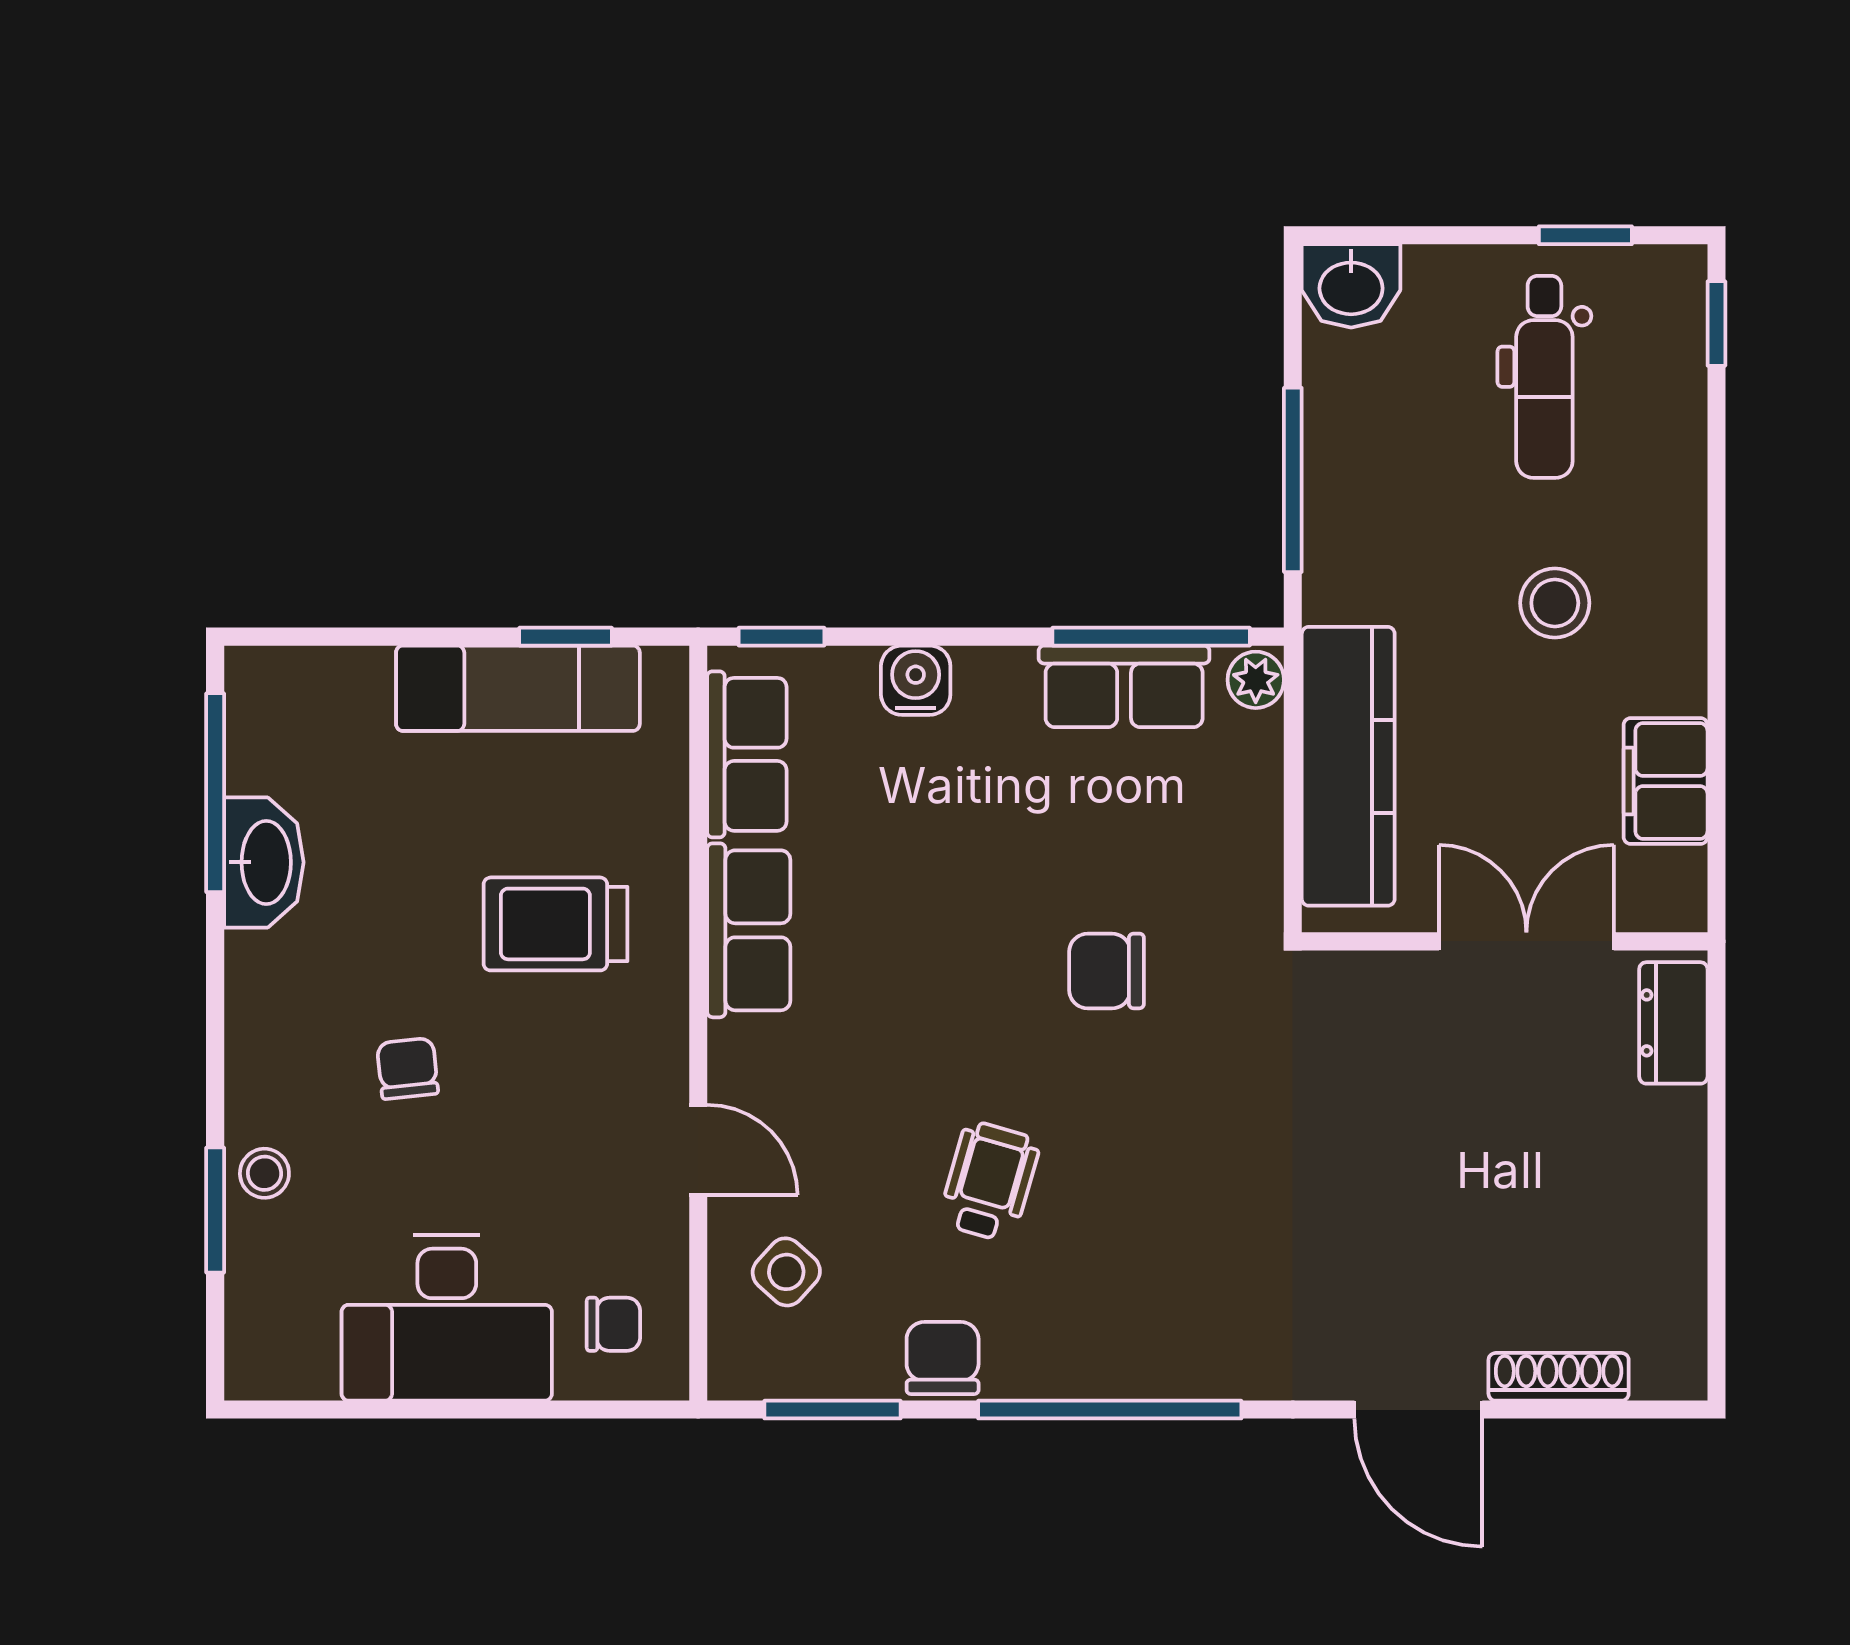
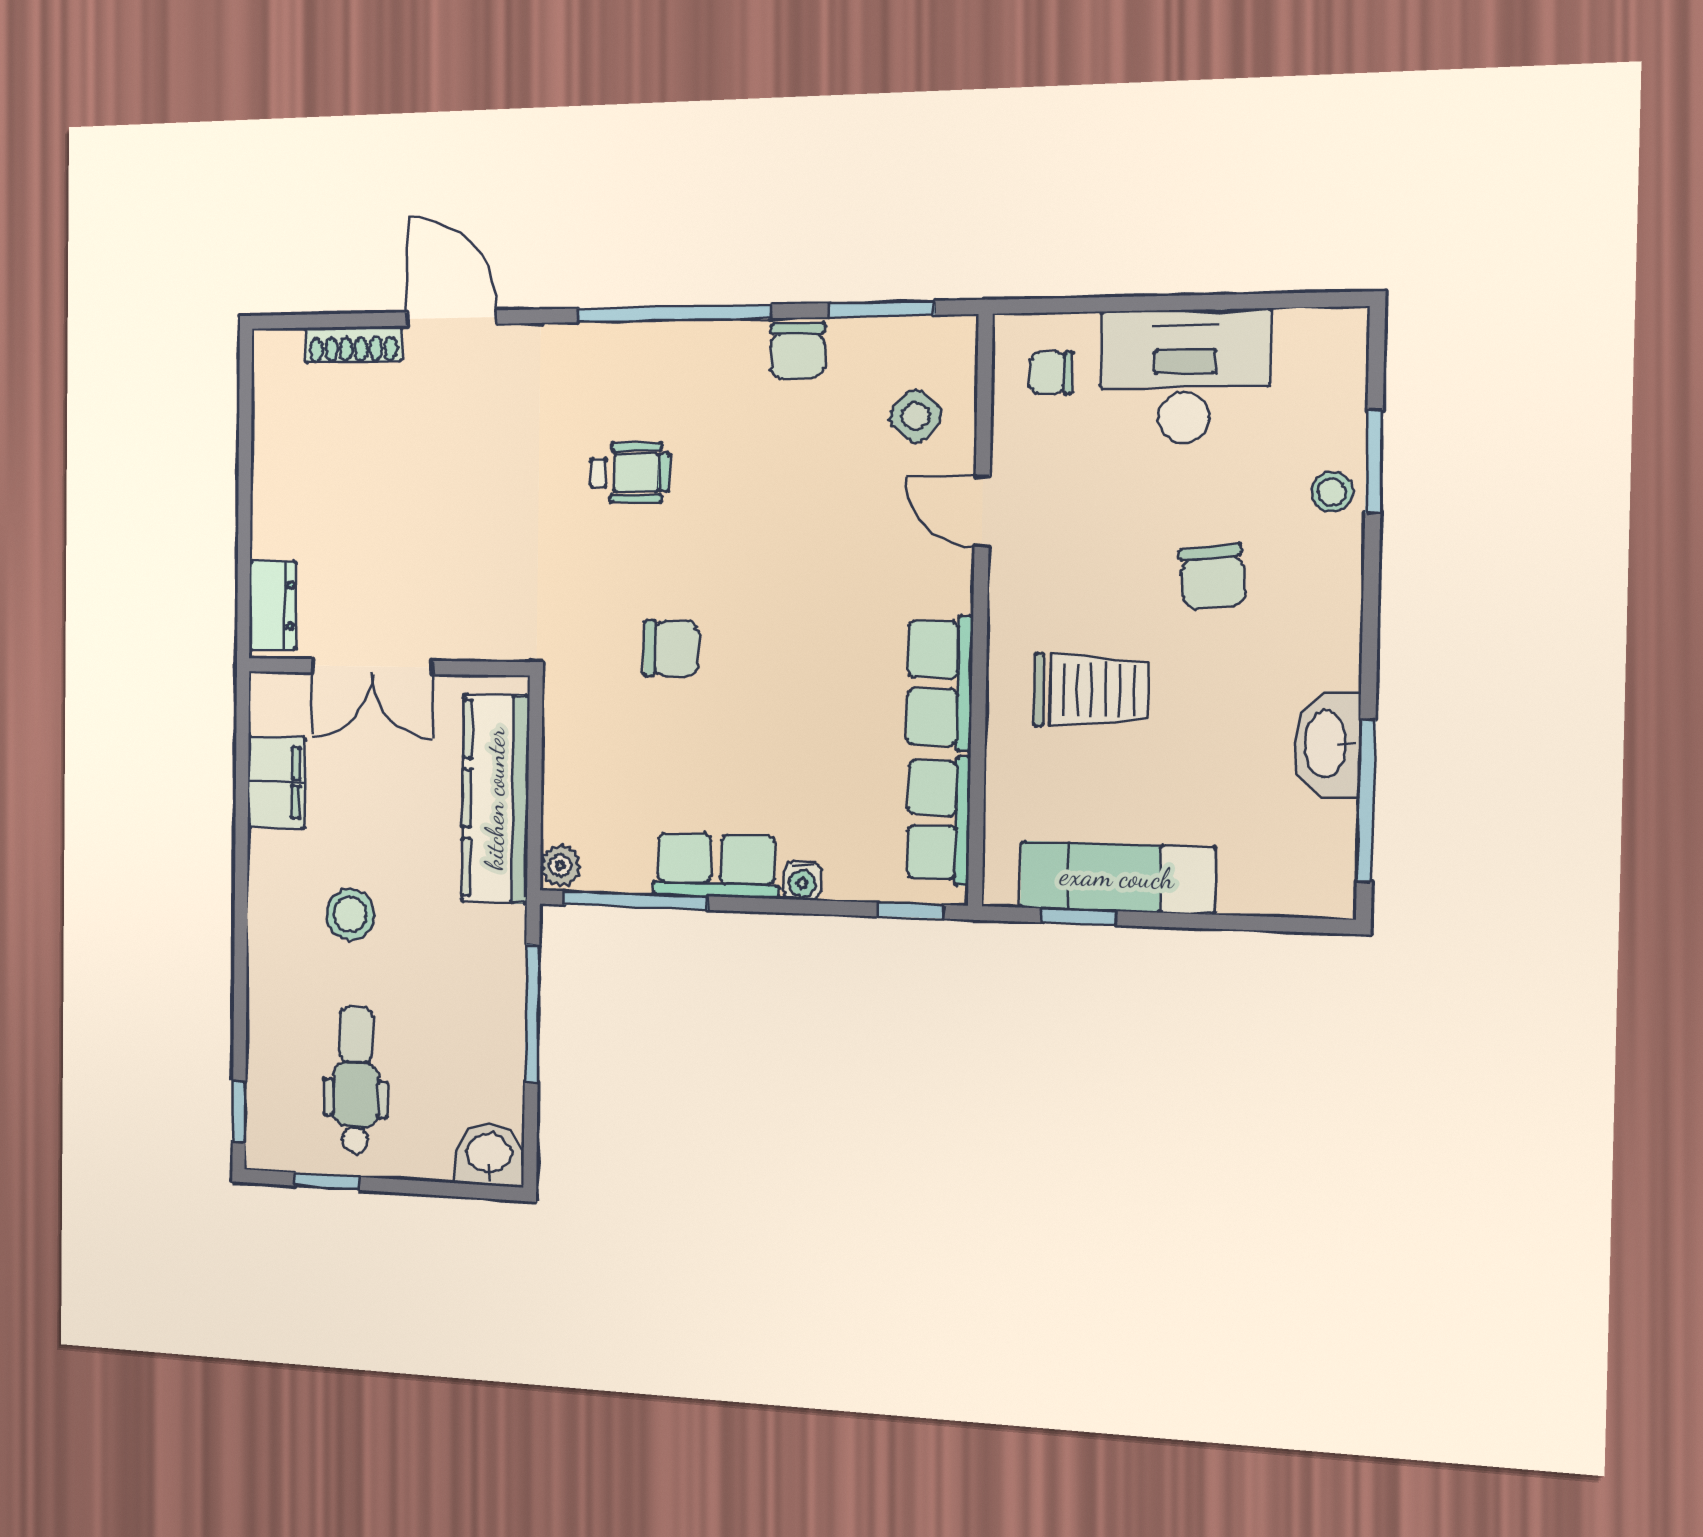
water cooler: (916, 680) -> (802, 881), width x0.72, depth x0.72
row of seats: (1124, 686) -> (716, 866), moved
chair: (408, 1068) -> (1212, 577), width x1.37, depth x1.37
wheelchair: (989, 1181) -> (630, 473), moved, turned -106

